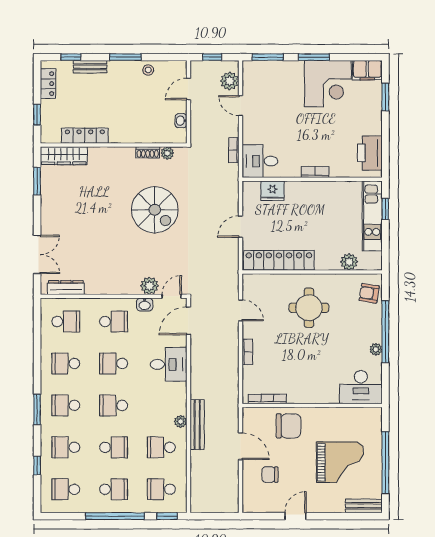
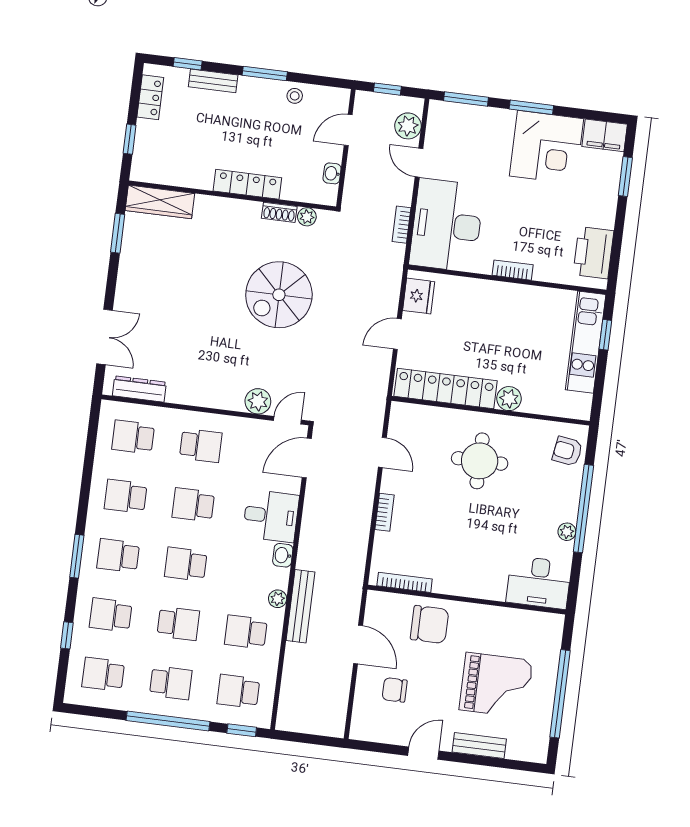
locker: (85, 136) -> (247, 184), moved
desk: (260, 161) -> (447, 225), width x1.87, depth x1.30
fridge: (272, 191) -> (419, 296), moved, turned -90
spiral stairs: (155, 210) -> (279, 295), turned 90
plant: (349, 262) -> (509, 399), moved
washbasin: (145, 305) -> (283, 555), moved, turned 90
school desk: (66, 322) -> (133, 437), turned 180
bench: (364, 506) -> (479, 746), moved

